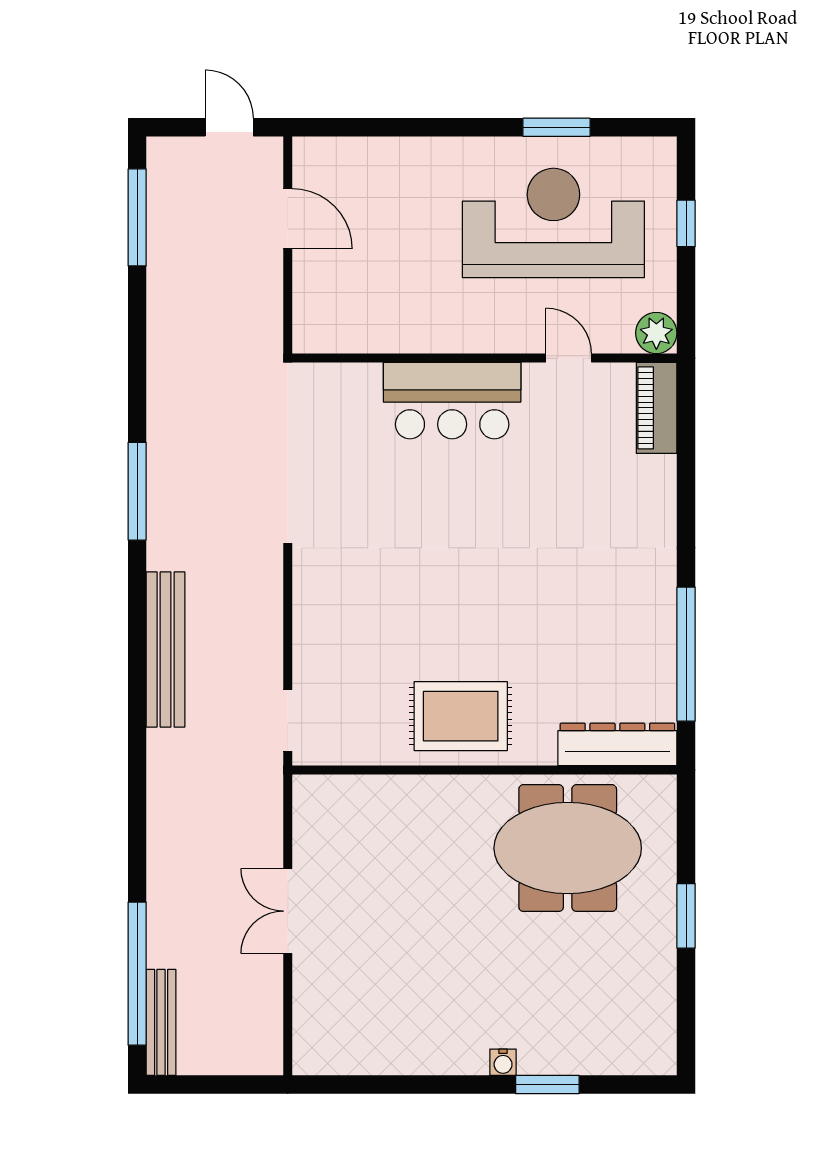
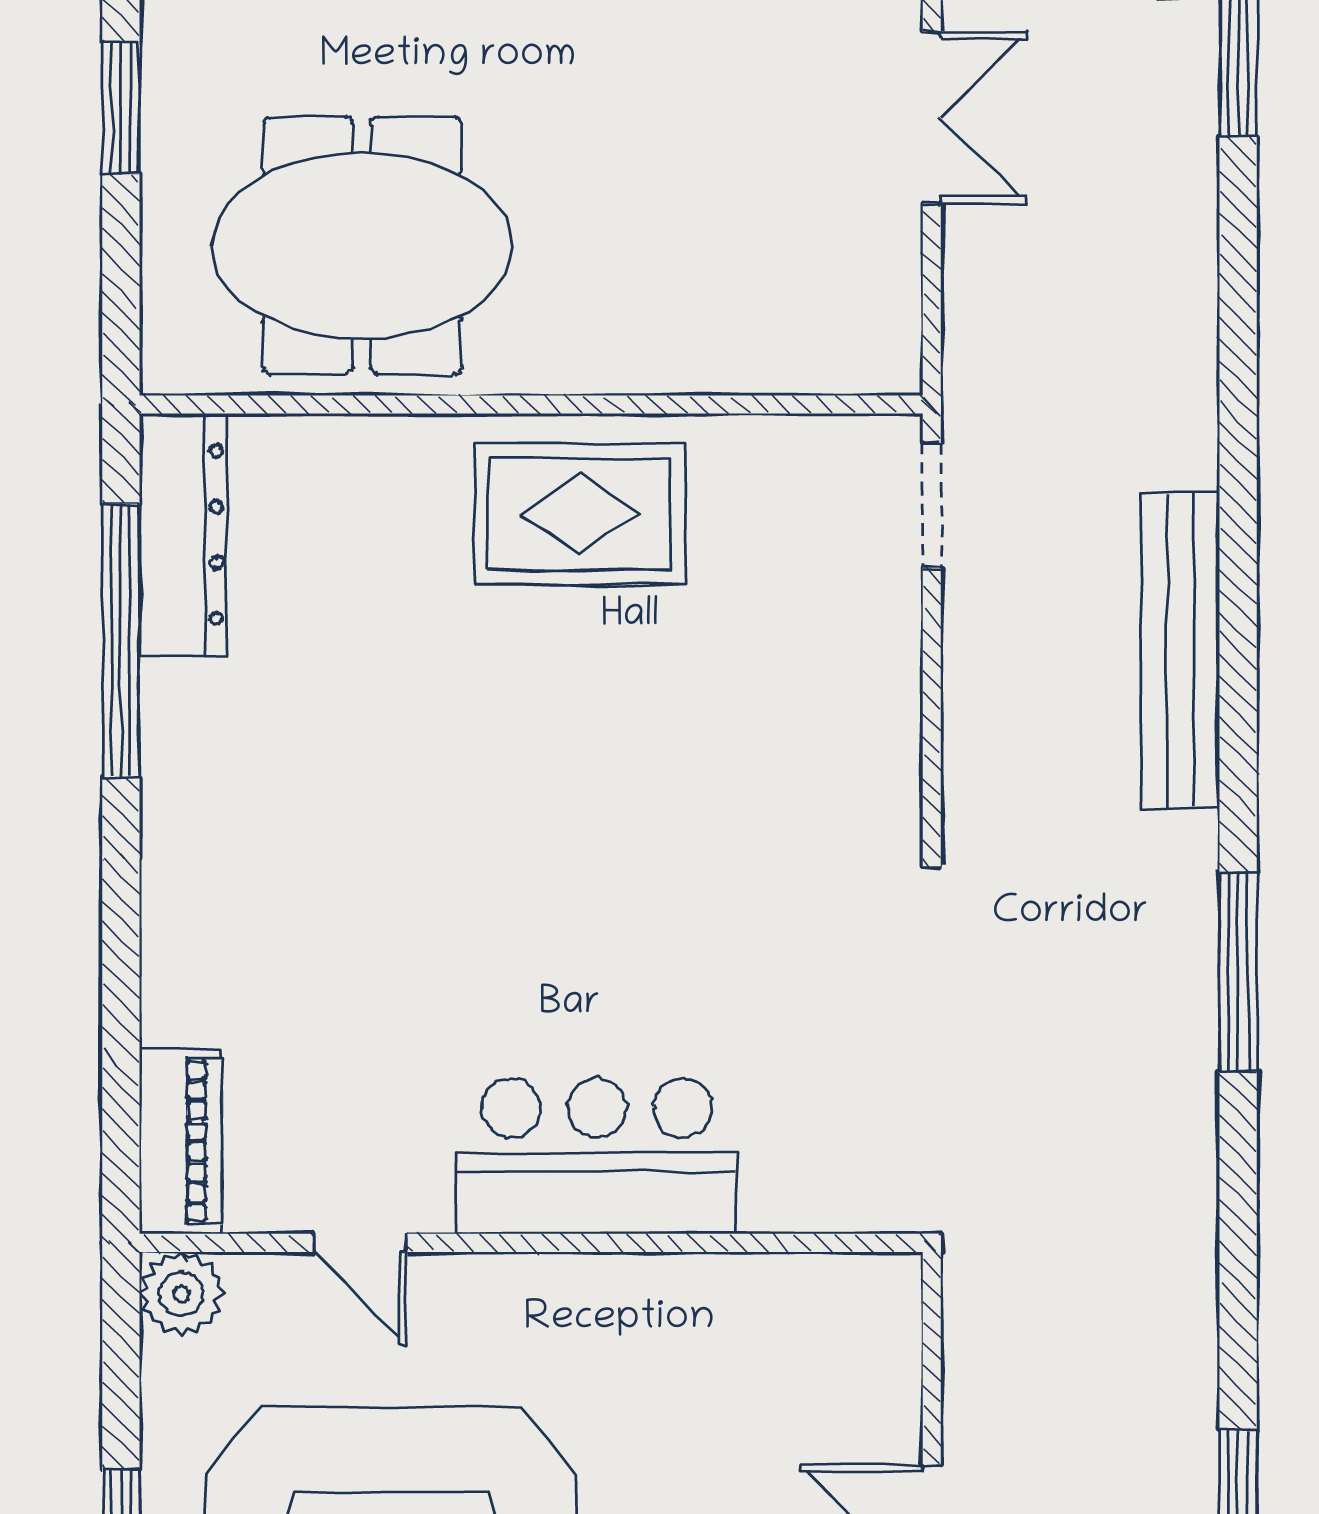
dresser: (617, 744) -> (183, 535), moved, turned -90

